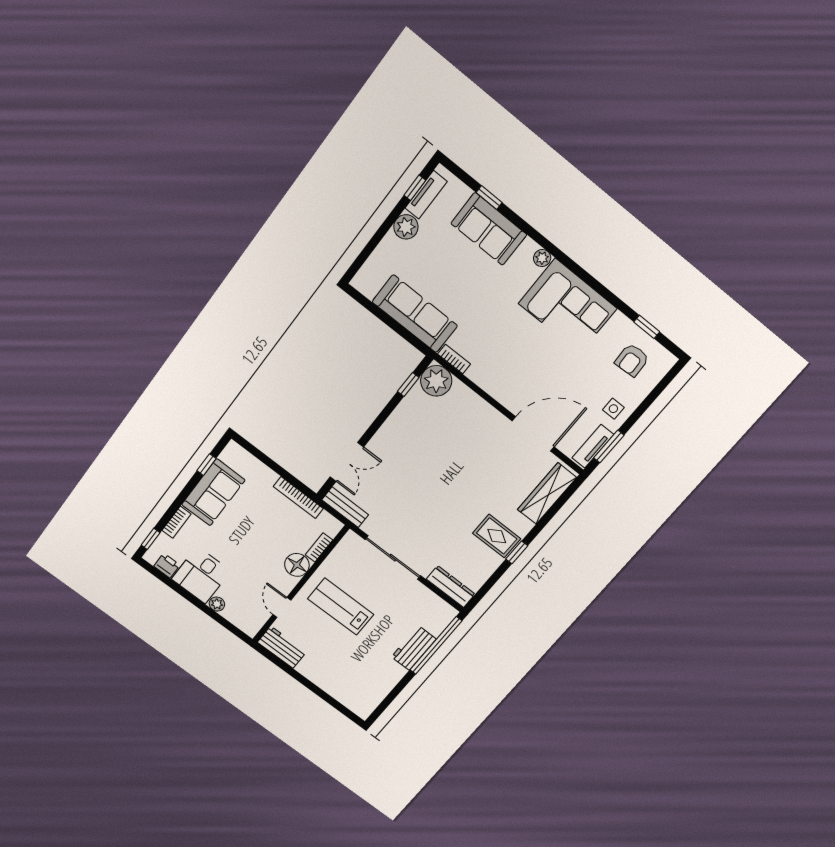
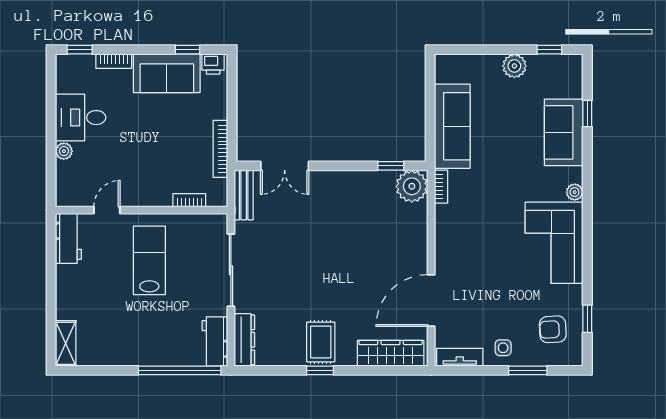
tv unit: (426, 195) -> (551, 63), removed
door: (533, 434) -> (431, 300), swing flipped
window: (609, 447) -> (528, 370), moved
floor lamp: (297, 565) -> (158, 193), removed
printer: (167, 566) -> (213, 64), moved, turned 90
workbench: (414, 648) -> (215, 341), moved, turned -90
shelving: (354, 703) -> (66, 343), added

